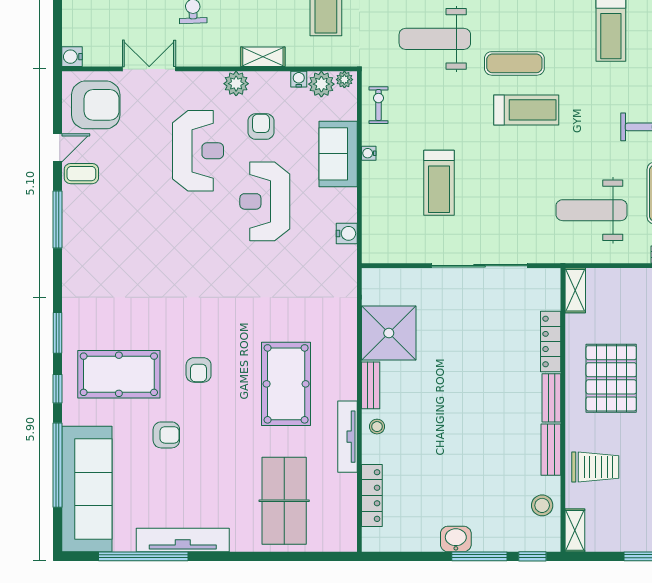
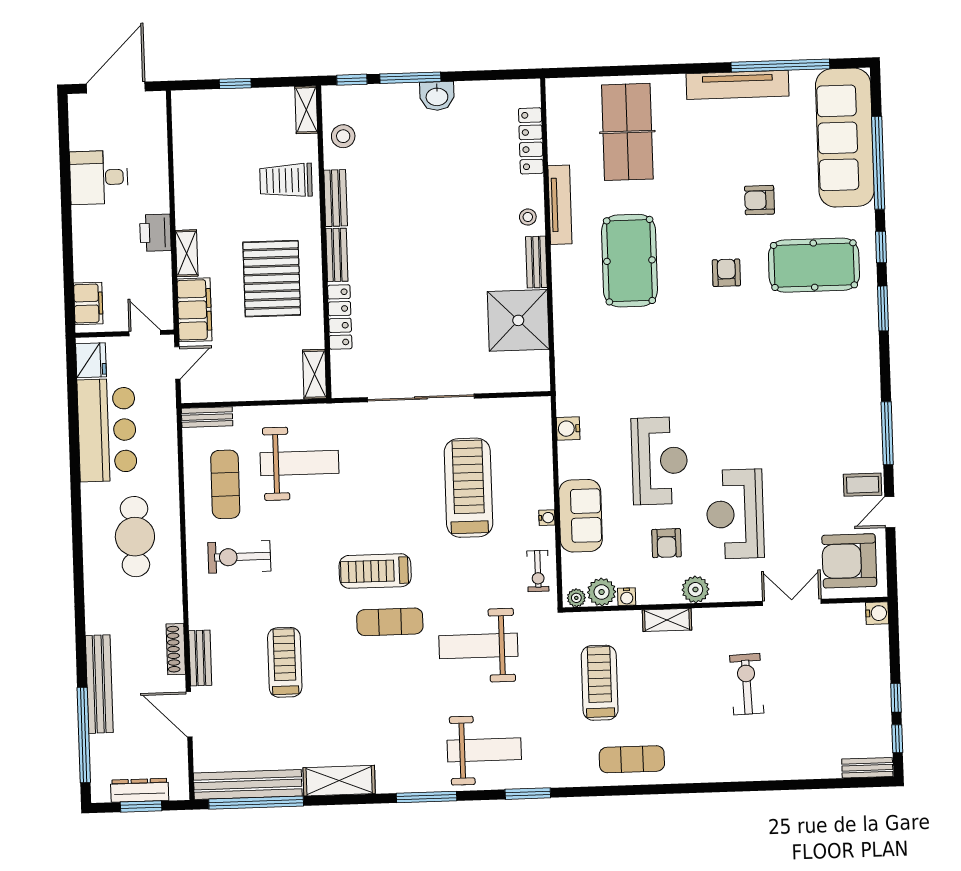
weight bench: (435, 39) -> (478, 646), turned 180
double door: (149, 69) -> (792, 602), swing flipped
treadmill: (439, 183) -> (468, 488), width x1.37, depth x1.38

